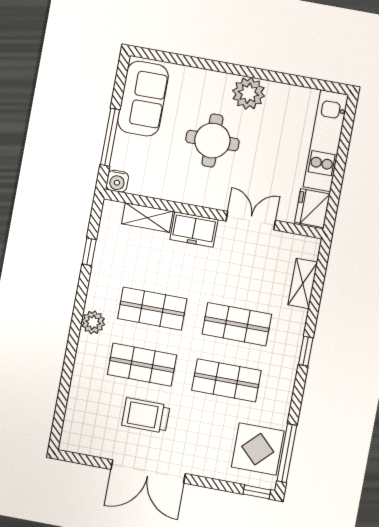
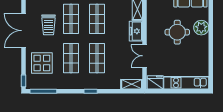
plant: (249, 93) -> (201, 28), moved
double door: (251, 221) -> (145, 56), swing flipped
shelving: (303, 283) -> (132, 84), moved
trolley: (146, 415) -> (48, 25), turned 180
display table: (258, 449) -> (42, 63), moved

